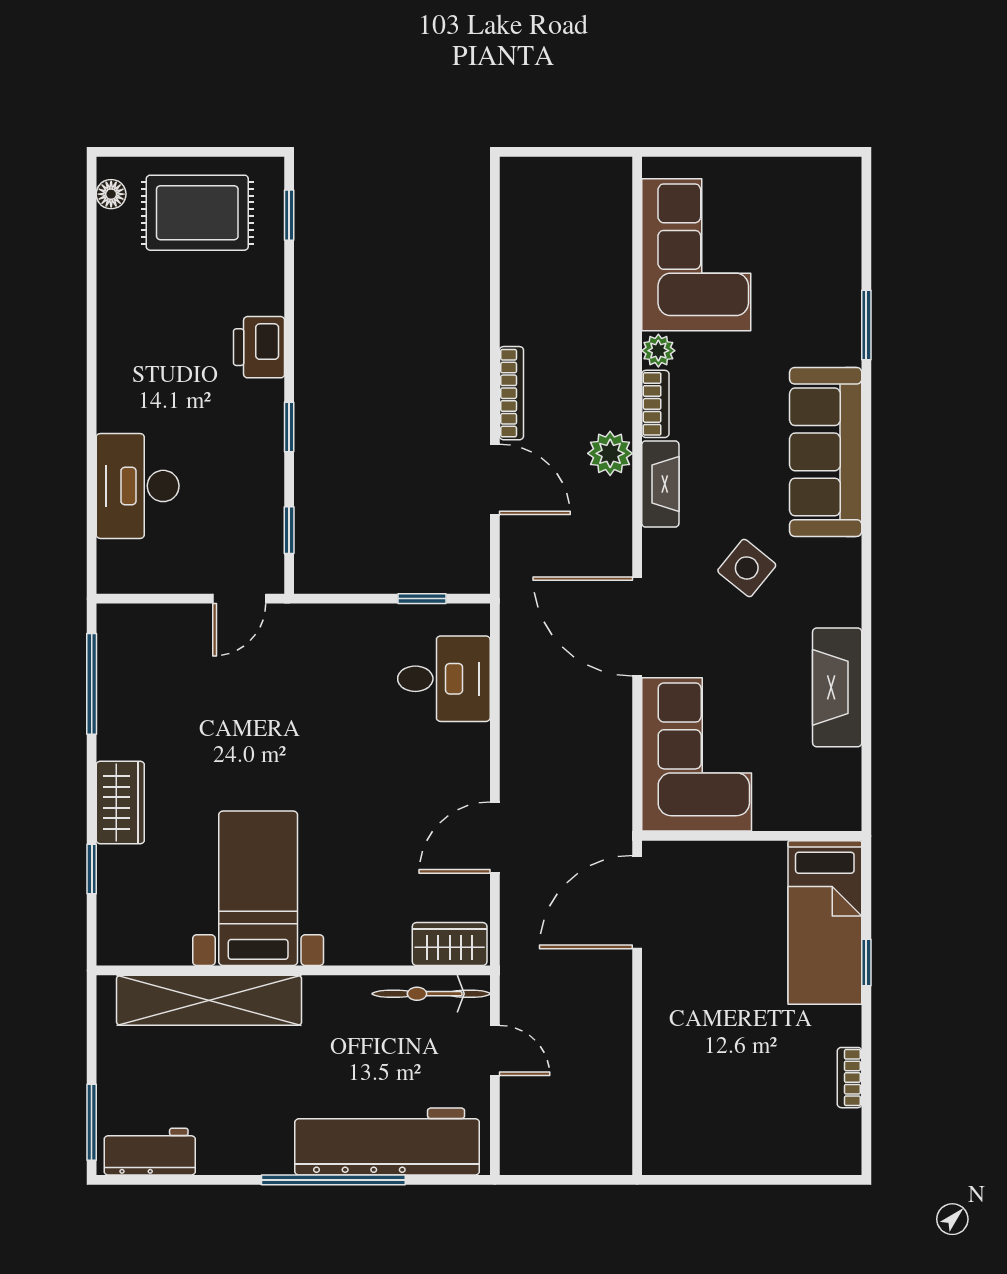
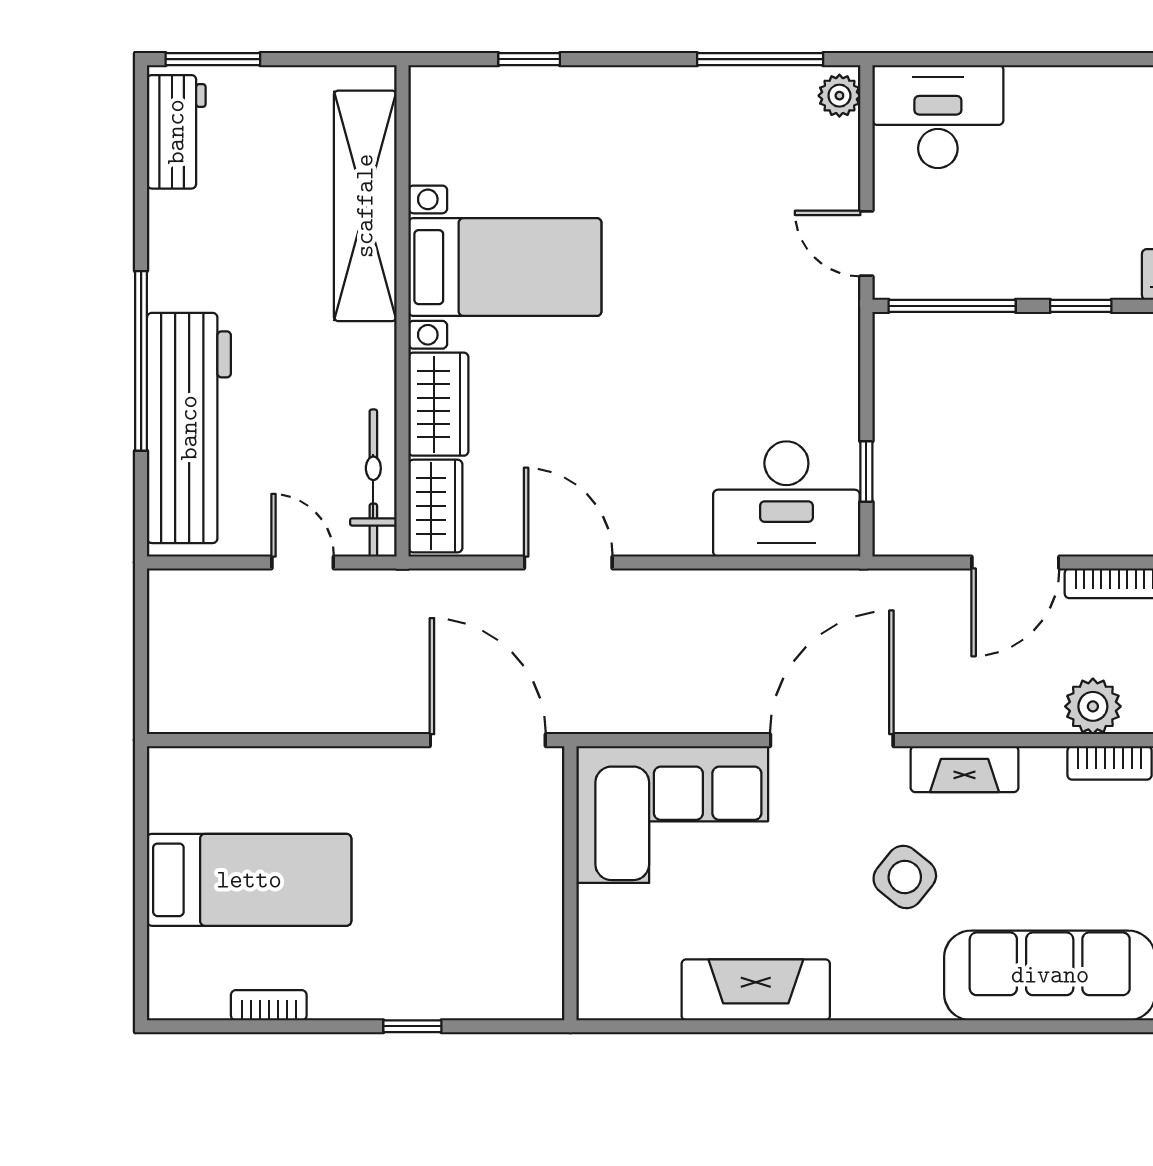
plant: (610, 453) -> (1093, 706), moved
fireplace: (660, 484) -> (964, 769), moved
desk: (138, 486) -> (938, 117), moved
window: (289, 530) -> (952, 306), width x2.17
plant: (121, 620) -> (839, 96), added
desk: (444, 679) -> (786, 499), width x1.37
wardrobe: (120, 802) -> (438, 404), moved, turned -90
bed: (825, 922) -> (249, 880), moved, turned 180
door: (495, 1050) -> (303, 562), swing flipped

